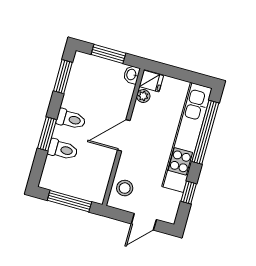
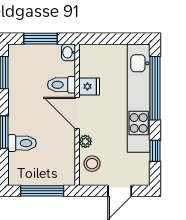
fridge: (151, 81) -> (89, 86), moved
plant: (143, 96) -> (85, 141), moved
toilet: (71, 119) -> (61, 85), moved, turned 180
door: (124, 135) -> (77, 113), hinge flipped

